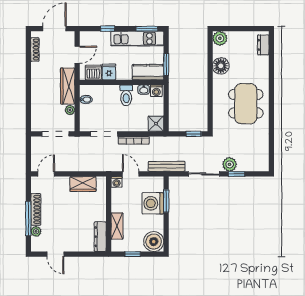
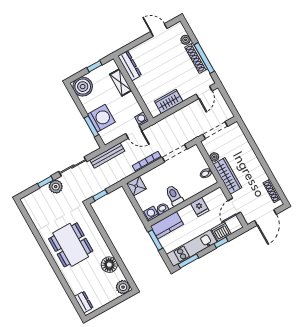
dishwasher: (93, 73) -> (221, 232), moved, turned 180
window: (28, 219) -> (204, 58), moved

